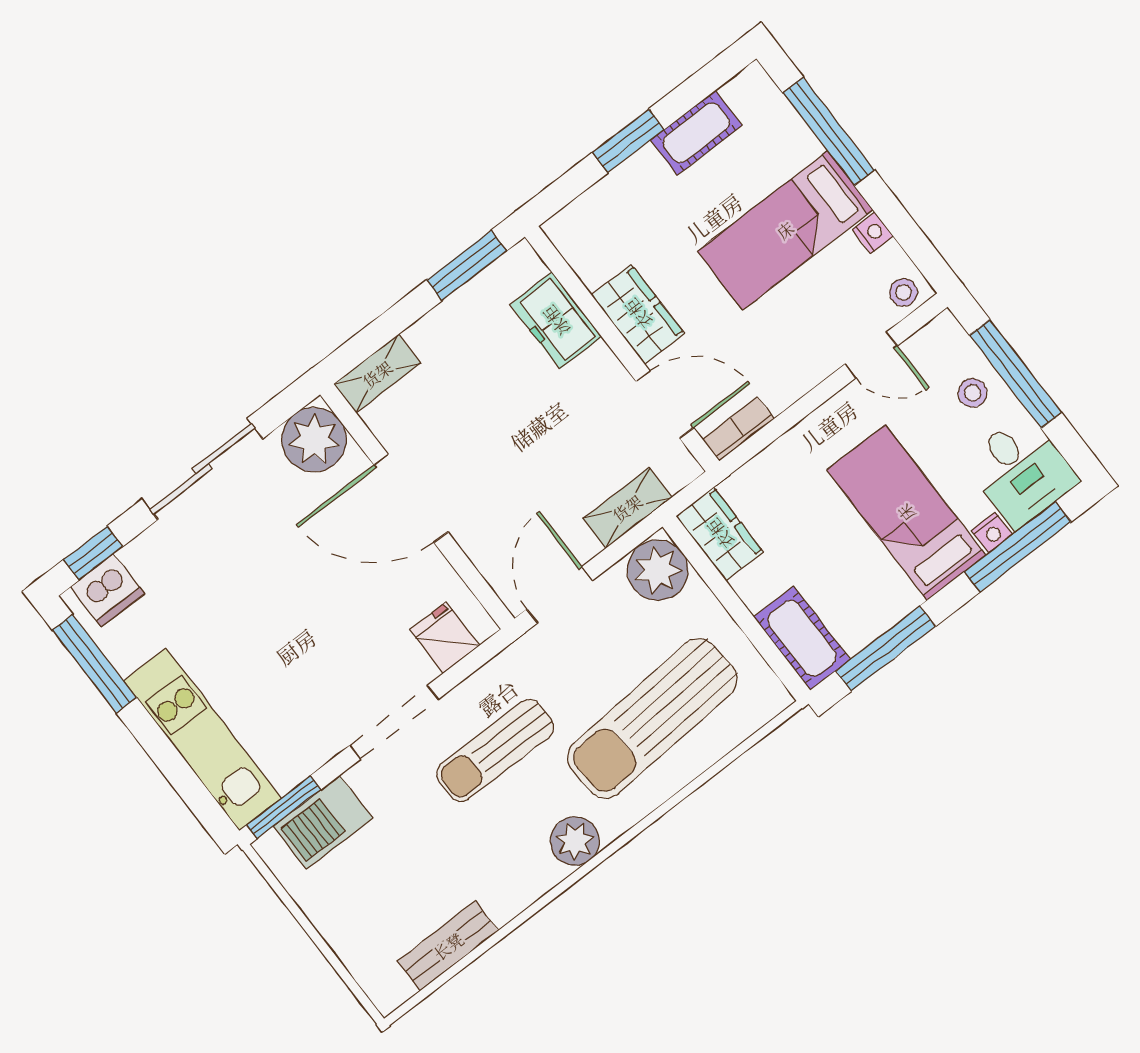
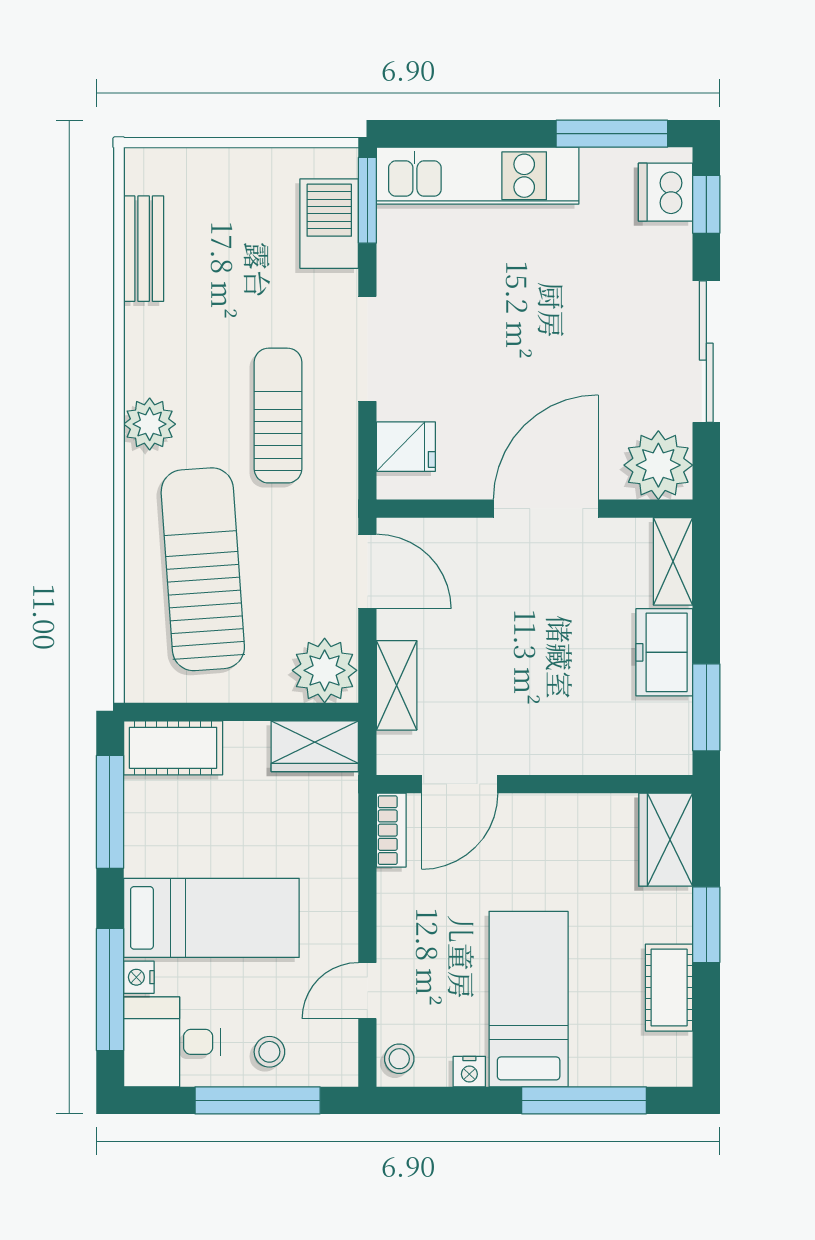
wardrobe: (638, 314) -> (666, 840), moved, turned 90
freezer: (556, 321) -> (664, 652), moved, turned -90

